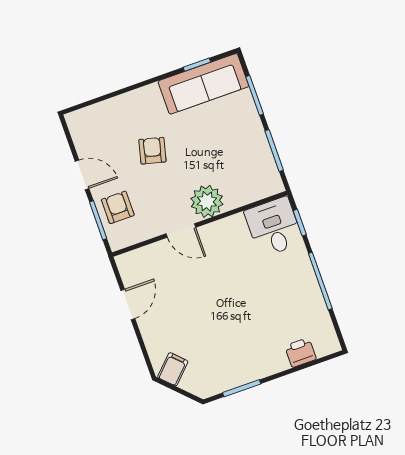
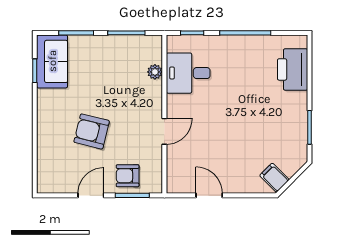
sofa: (203, 84) -> (52, 61), width x0.73
armchair: (152, 151) -> (92, 131), width x1.38, depth x1.38
plant: (207, 201) -> (155, 72), moved, width x0.53, depth x0.53
desk: (274, 227) -> (188, 73), moved
printer: (300, 353) -> (293, 69), width x1.87, depth x1.48

